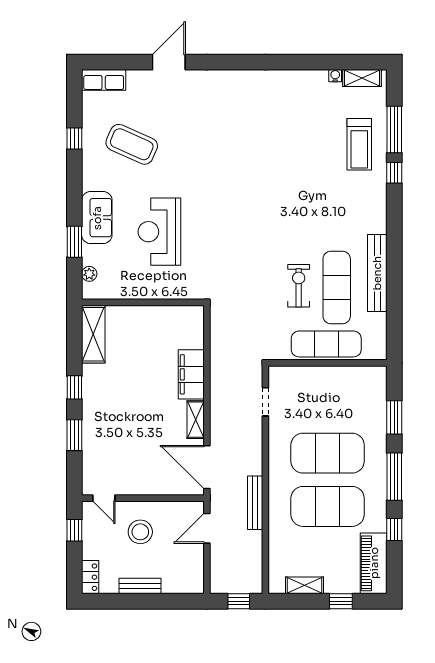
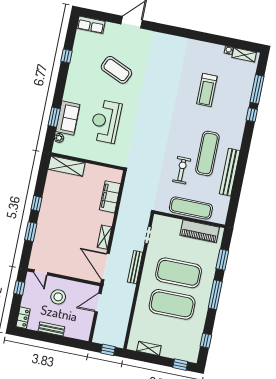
coffee table: (132, 144) -> (116, 70), moved
treadmill: (359, 144) -> (207, 90), moved
sofa: (97, 218) -> (68, 118), moved
exercise mat: (337, 288) -> (207, 153), moved
shelving: (93, 334) -> (67, 166), moved, turned 90
filing cabinet: (191, 374) -> (110, 197), moved
bench: (255, 503) -> (135, 267), moved
window: (394, 529) -> (206, 341), moved
piano: (374, 563) -> (200, 231), moved, turned -90
window: (341, 601) -> (180, 365), moved

